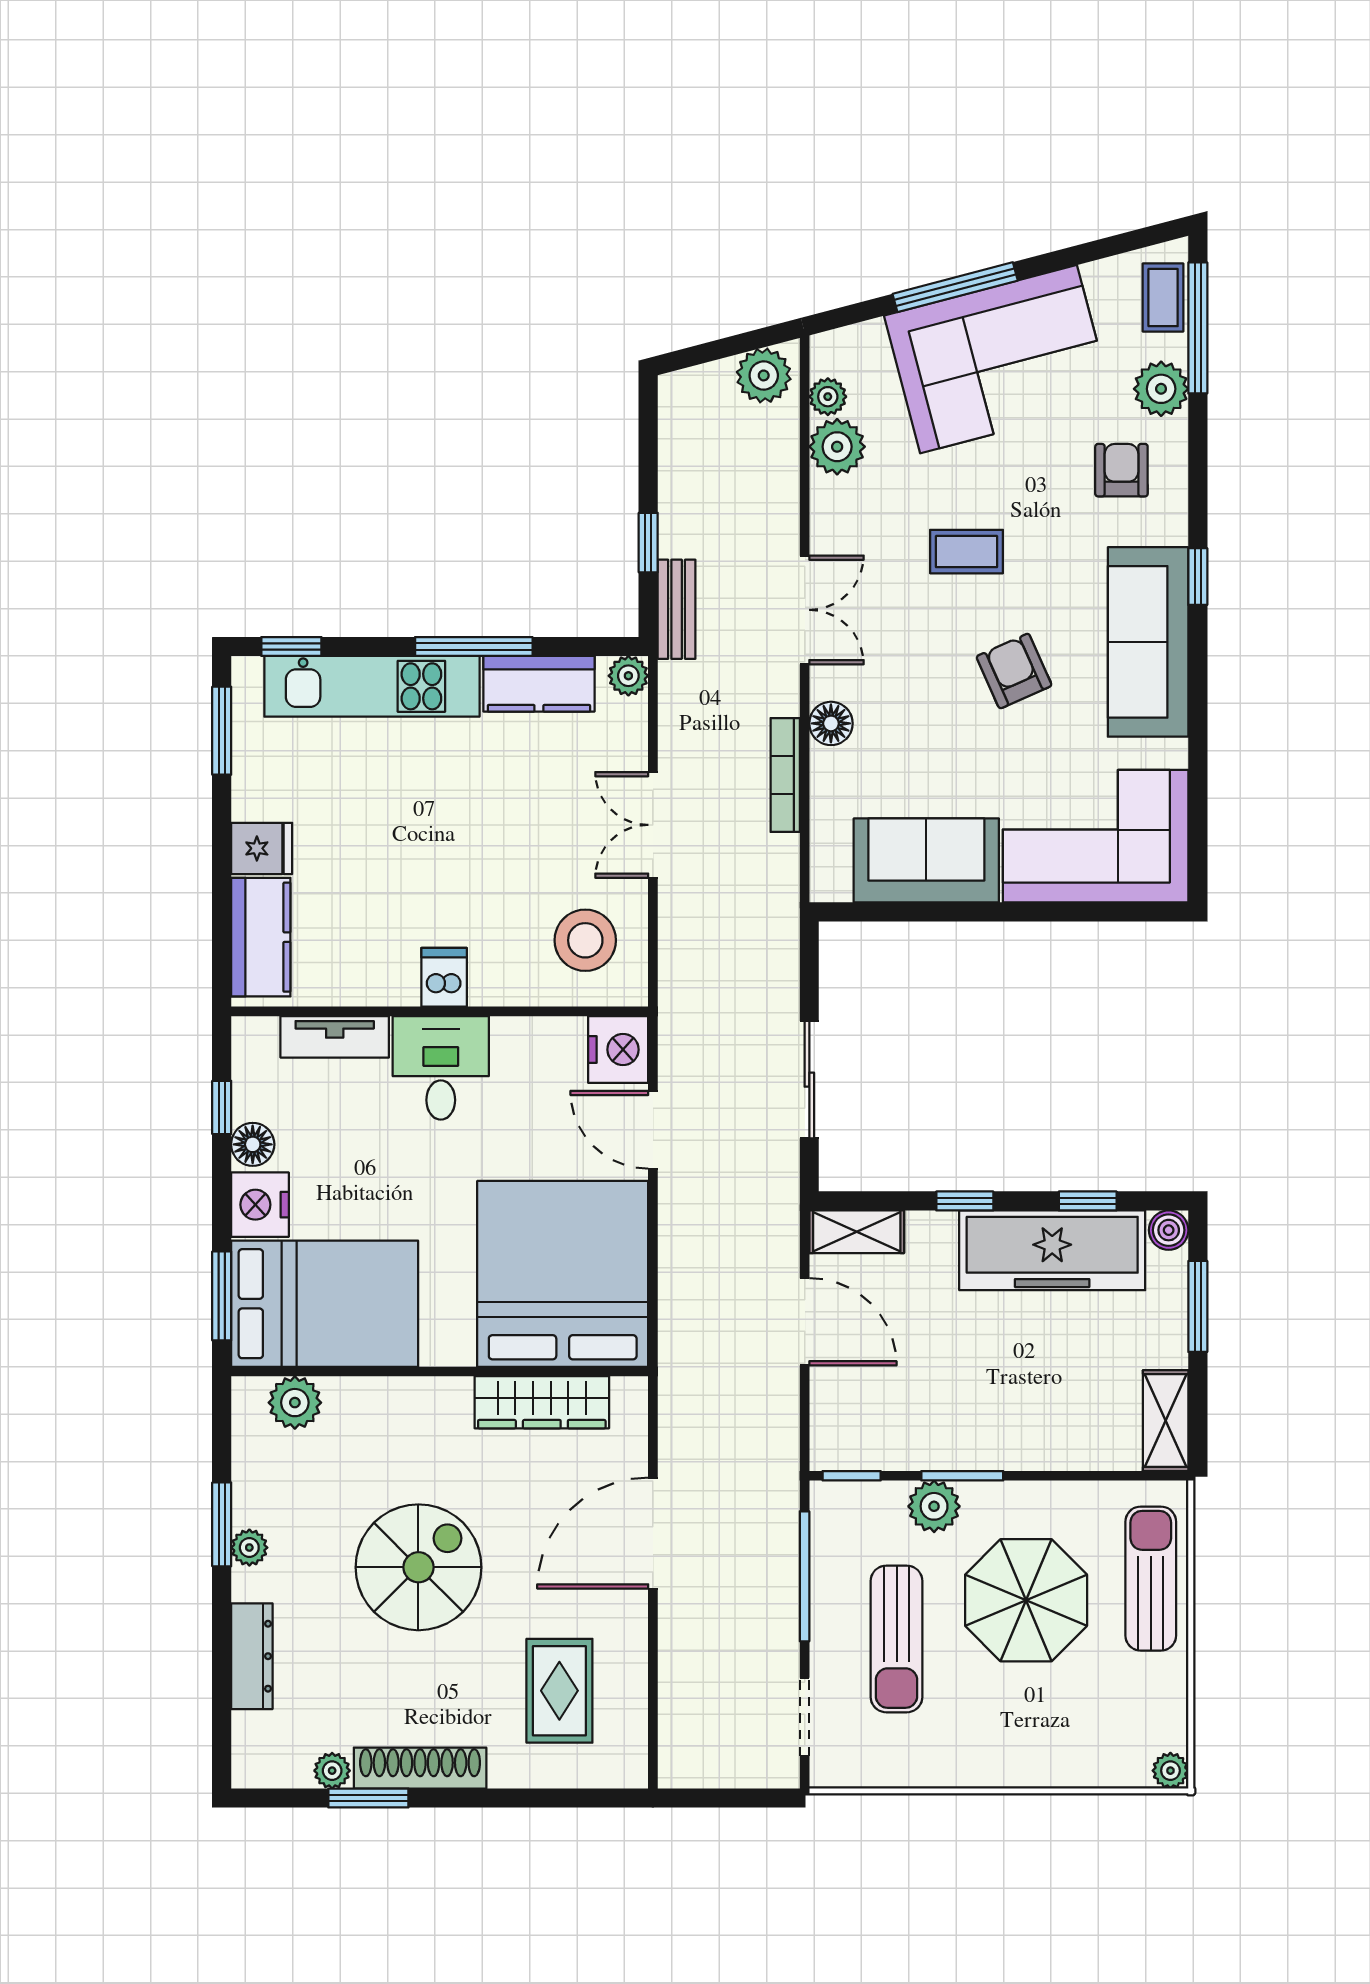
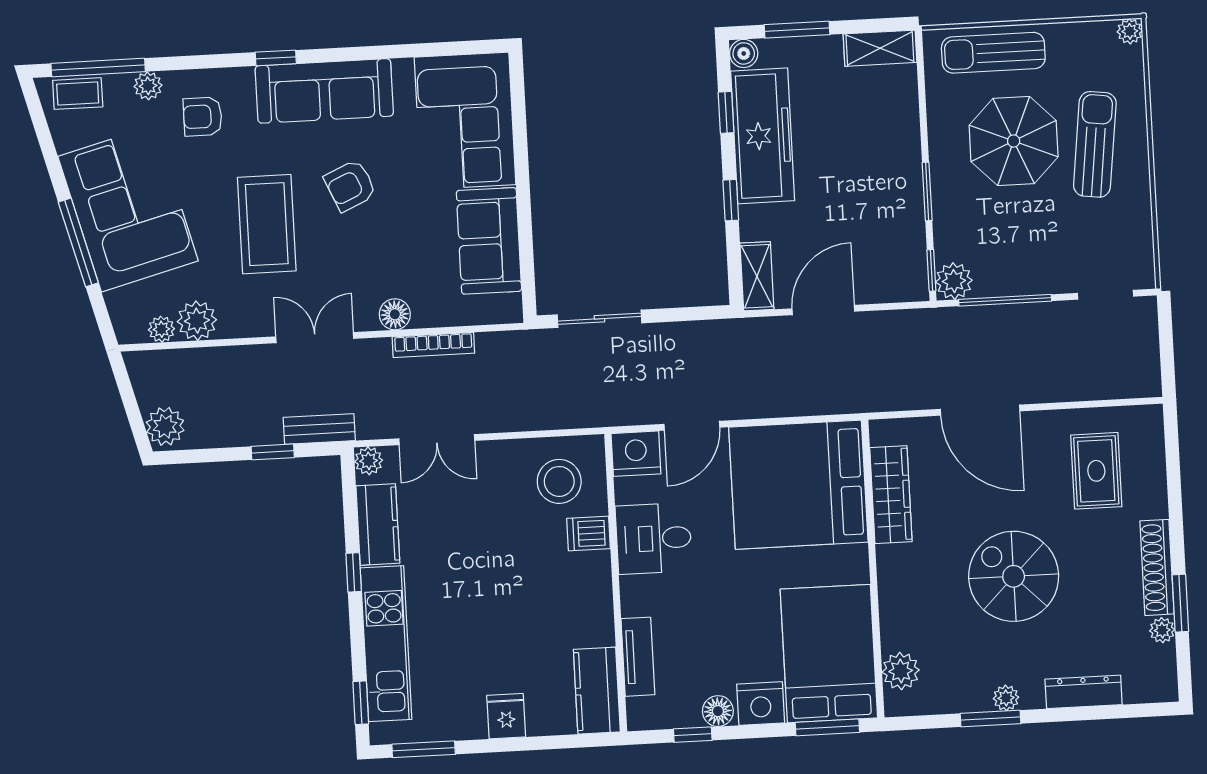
plant: (764, 375) -> (165, 426), moved
plant: (1161, 389) -> (148, 86), width x0.73, depth x0.73
coffee table: (966, 552) -> (267, 224), width x1.86, depth x1.72
window: (474, 647) -> (354, 572), width x0.46
double door: (653, 825) -> (437, 440), moved
kitchen counter: (261, 937) -> (597, 691), moved, turned -90
dishwasher: (444, 977) -> (589, 534), moved
desk: (441, 1068) -> (654, 538), moved
sliding door: (809, 1080) -> (599, 319), moved
plant: (934, 1506) -> (954, 281), moved
sun lounger: (897, 1639) -> (1095, 144), moved, turned -83
rug: (559, 1691) -> (1096, 471), turned 90

